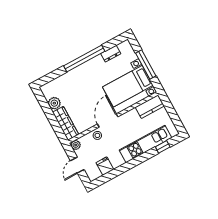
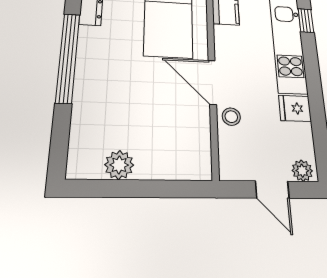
wardrobe: (66, 123) -> (175, 165), removed
plant: (76, 145) -> (302, 171), moved
fridge: (105, 166) -> (295, 108), moved

